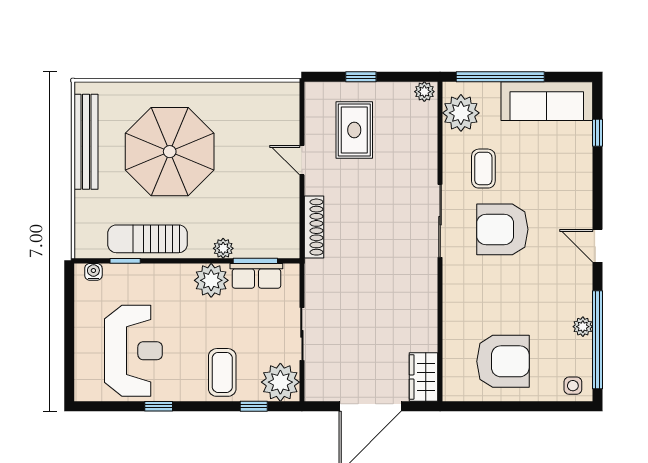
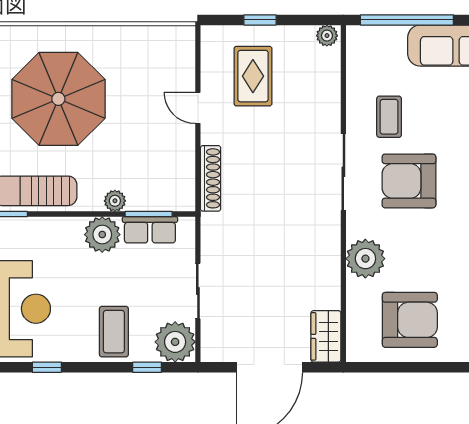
plant: (461, 113) -> (365, 259), moved

